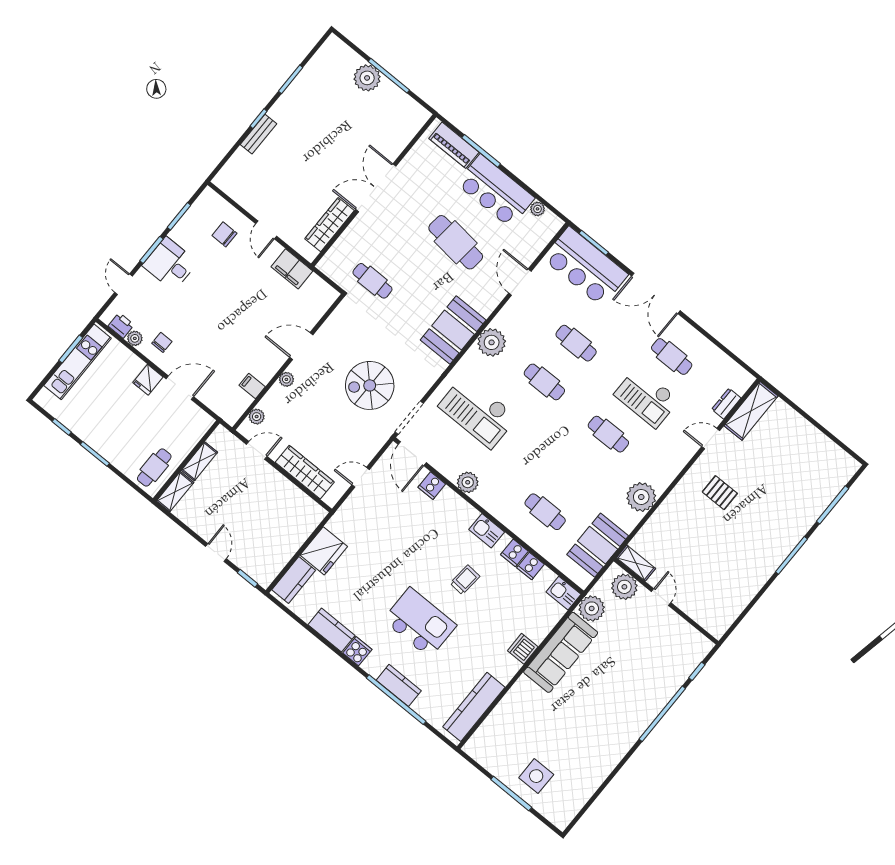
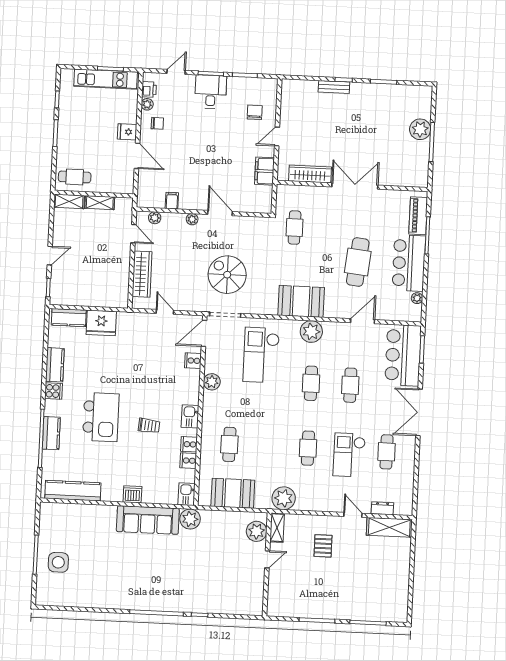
shelving: (636, 563) -> (277, 528), moved
plant: (624, 587) -> (257, 531), moved
door: (661, 597) -> (267, 559), moved
wall: (666, 601) -> (267, 564), moved

